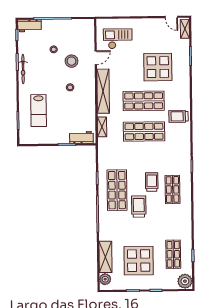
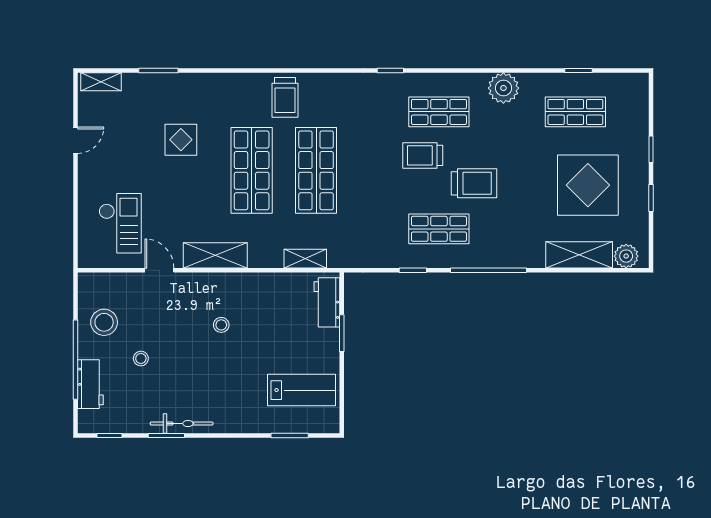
door: (171, 17) -> (76, 140), moved
workbench: (29, 26) -> (90, 384), moved
checkout: (118, 39) -> (120, 223), turned 180
stool: (71, 61) -> (104, 322), moved
display table: (158, 67) -> (181, 140), width x0.54, depth x0.54
shelving: (103, 91) -> (215, 255), width x0.68
lab bench: (39, 111) -> (302, 390), moved
shop shelf: (117, 190) -> (439, 229), width x0.70, depth x0.74
trolley: (139, 207) -> (474, 183), turned 180
plant: (185, 281) -> (503, 88), moved

